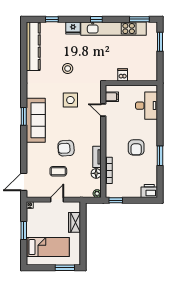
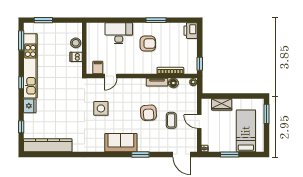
stool: (68, 68) -> (76, 43), moved
desk: (147, 106) -> (119, 33), moved
window: (24, 116) -> (140, 155), moved
sofa: (36, 120) -> (121, 143), width x0.73

